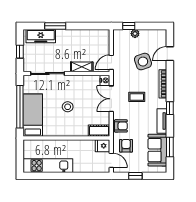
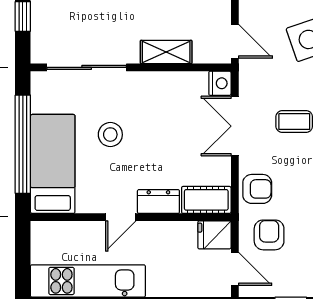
door: (111, 62) -> (235, 41), swing flipped
stool: (68, 107) -> (110, 135), moved
dresser: (78, 131) -> (158, 202), added
door: (62, 138) -> (121, 217), added

